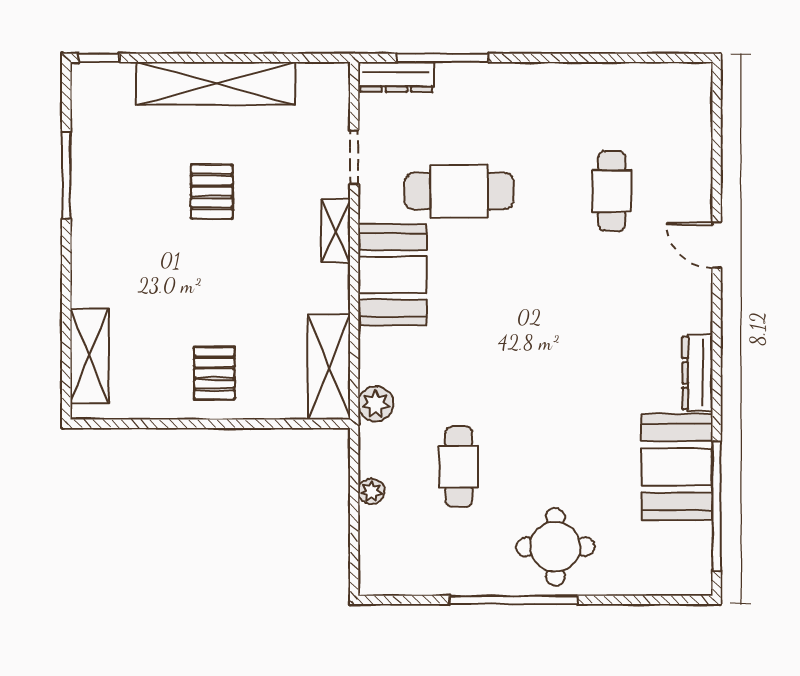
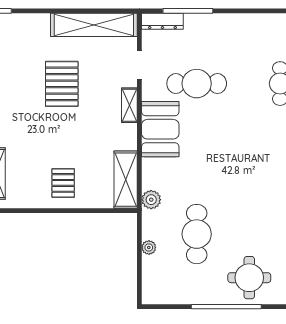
shelving: (216, 84) -> (94, 25), moved
pallet: (212, 192) -> (62, 84), width x1.50, depth x1.42
cafe table: (459, 467) -> (197, 234), width x1.37, depth x1.35

